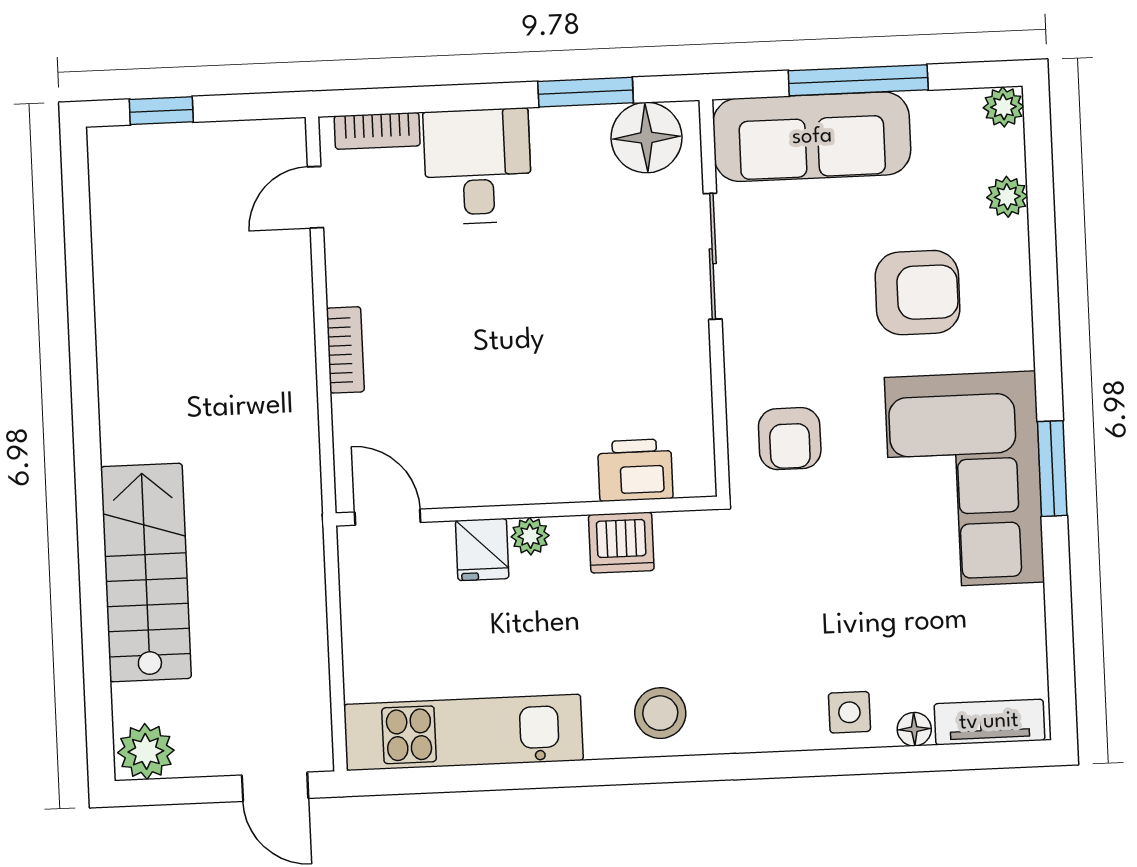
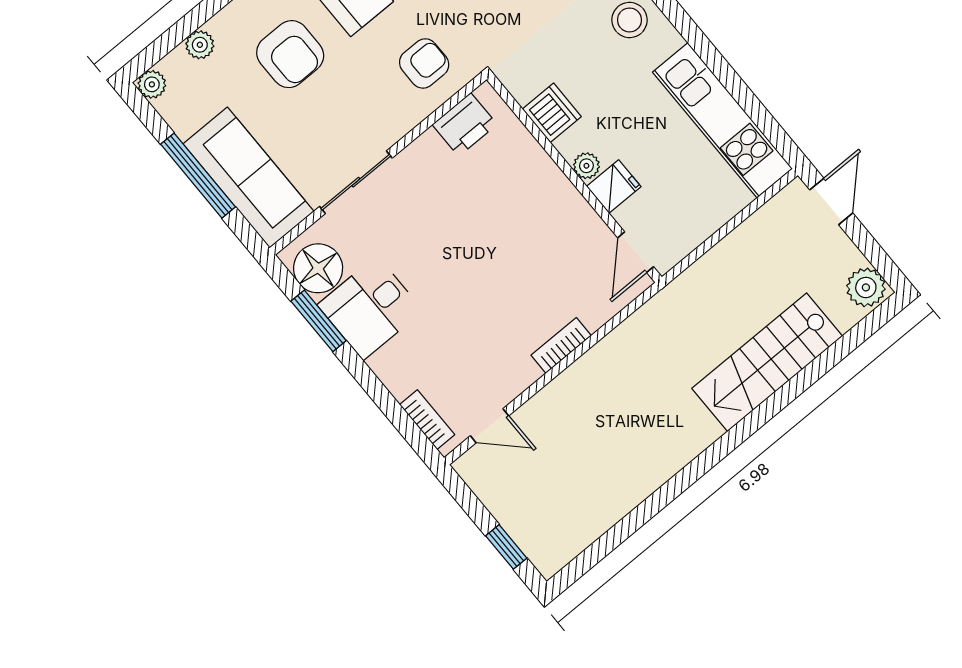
desk: (478, 166) -> (370, 308), moved
armchair: (918, 293) -> (290, 54), turned 180
printer: (635, 470) -> (465, 124), moved, turned -90

